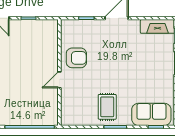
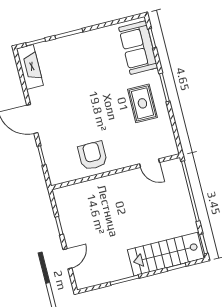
door: (59, 80) -> (150, 163), moved
rug: (107, 107) -> (142, 103), turned 90

